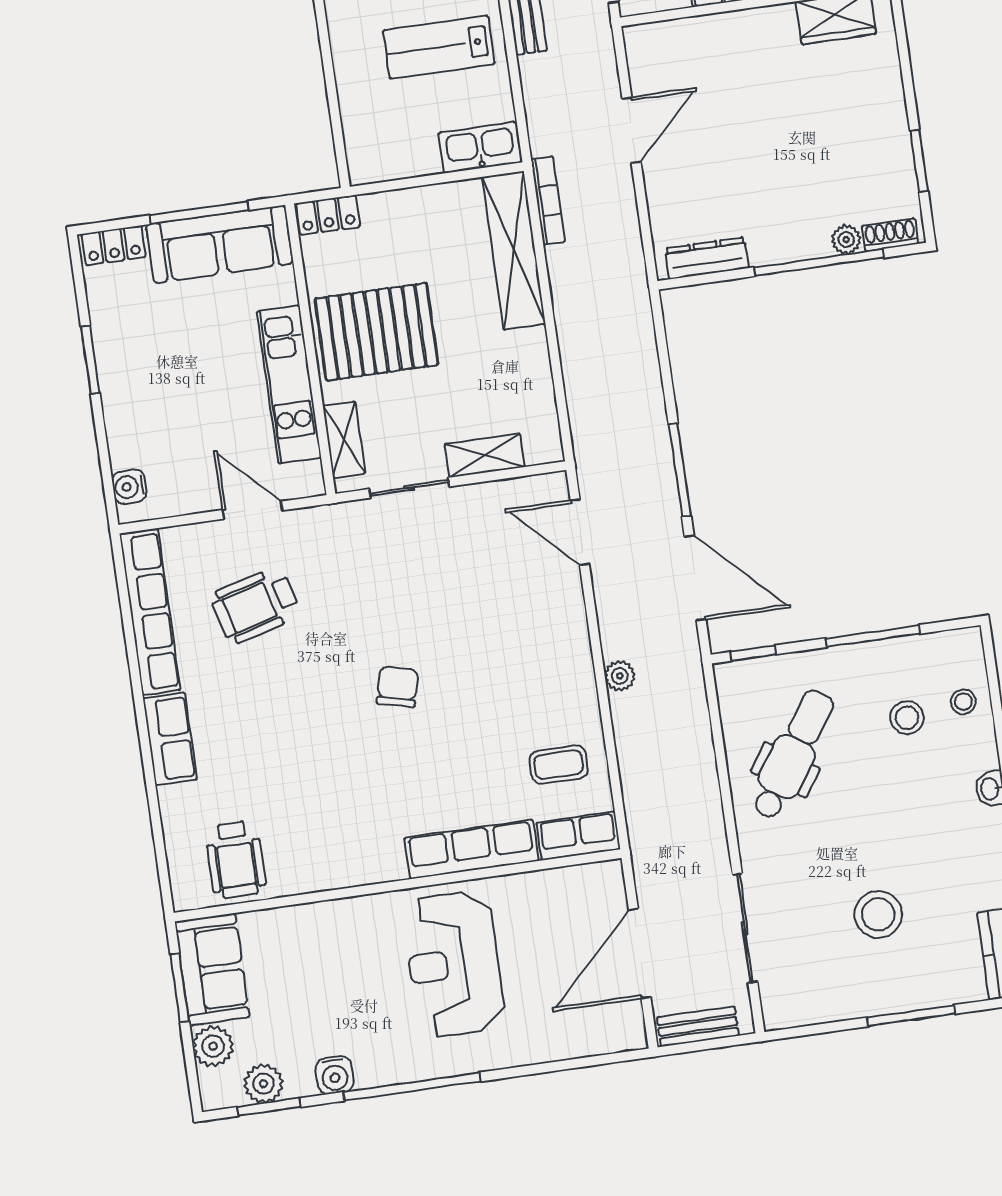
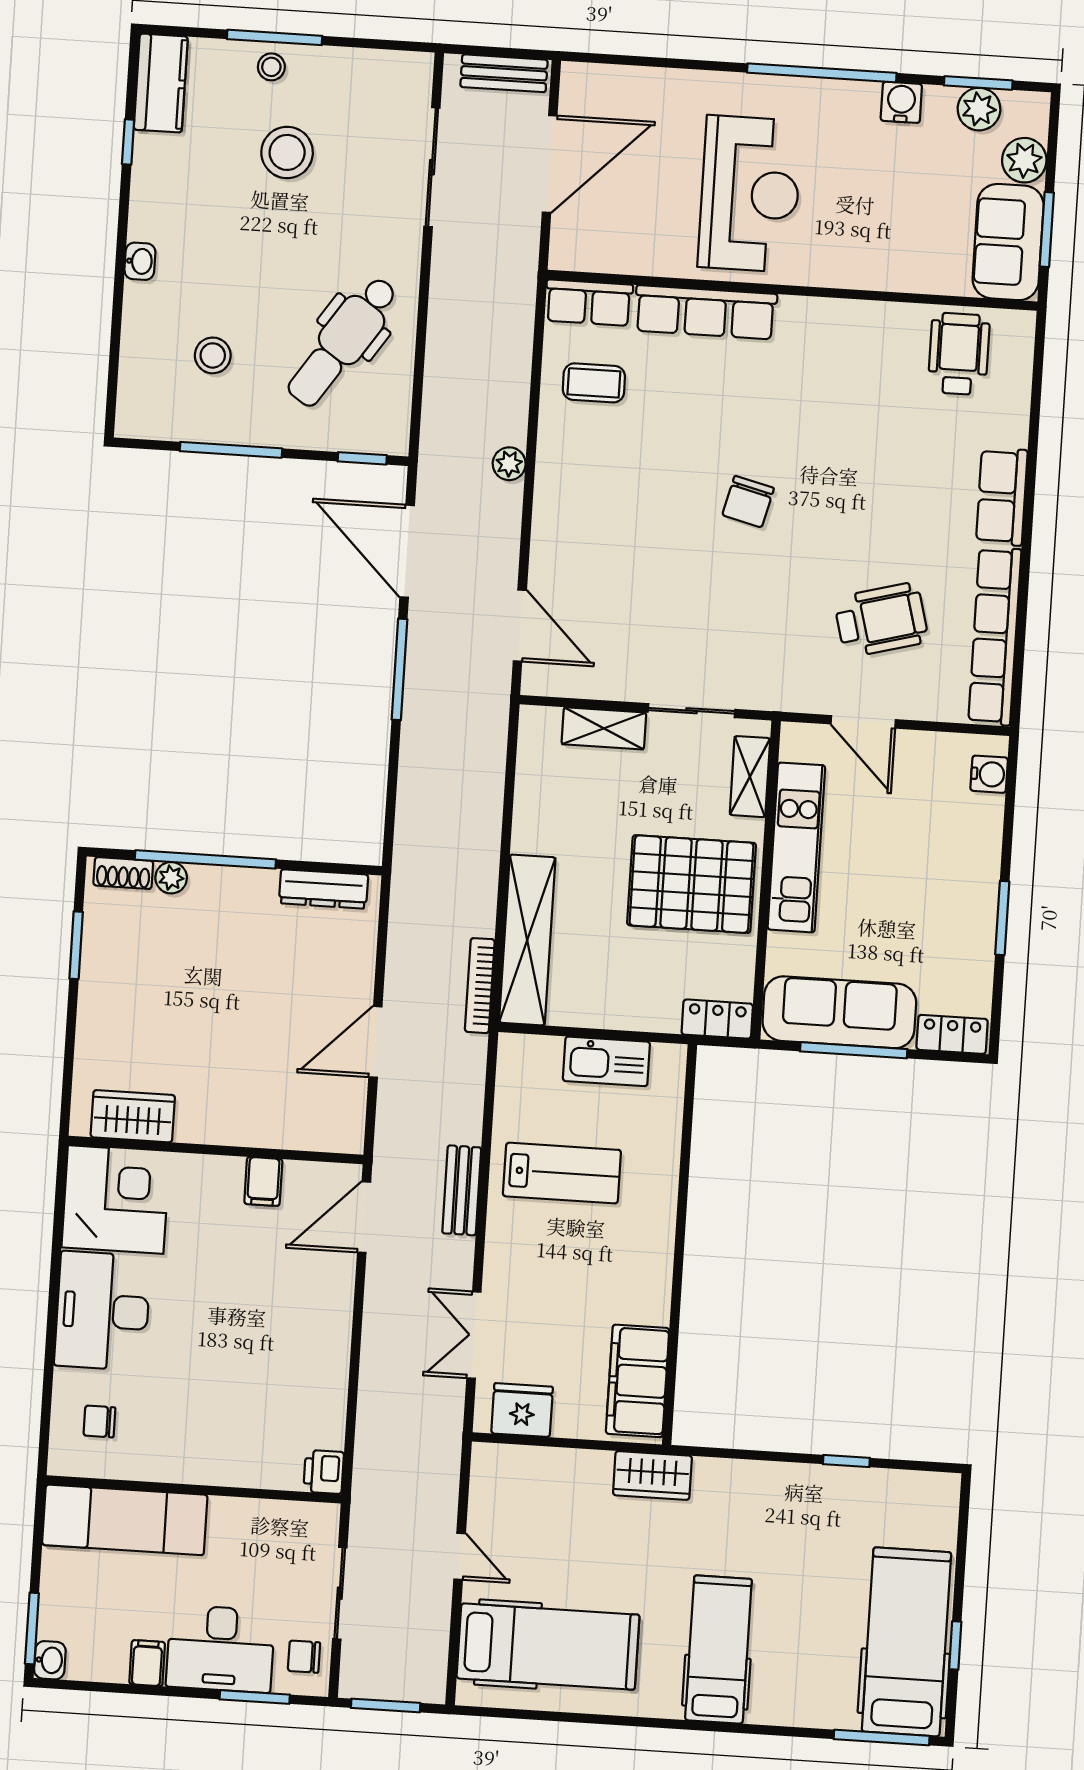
kitchen sink: (480, 148) -> (606, 1061), moved
stool: (963, 702) -> (271, 67), moved

